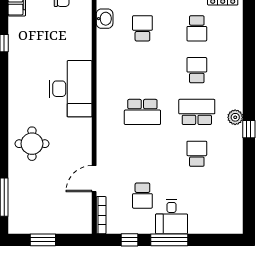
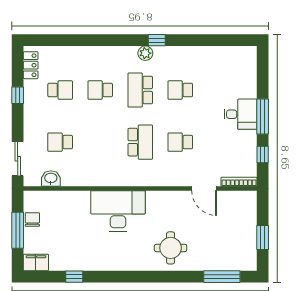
school desk: (142, 196) -> (180, 142), moved, turned 180

